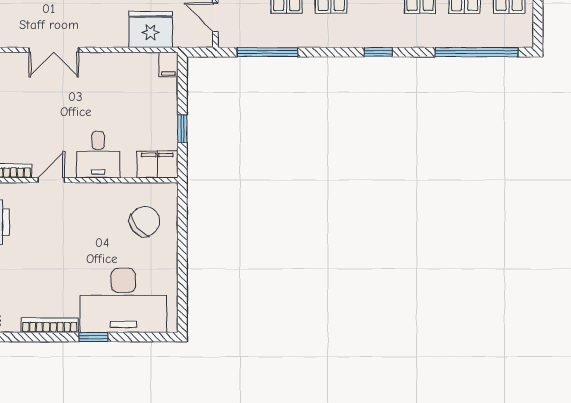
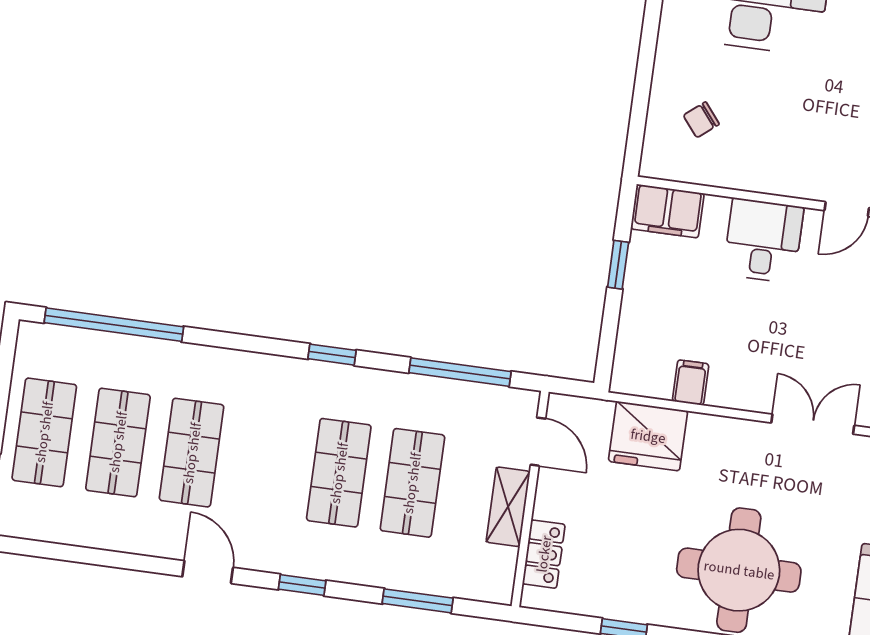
window: (378, 52) -> (332, 355), moved
filing cabinet: (168, 65) -> (691, 382), moved
chair: (145, 221) -> (701, 120), width x0.54, depth x0.54

